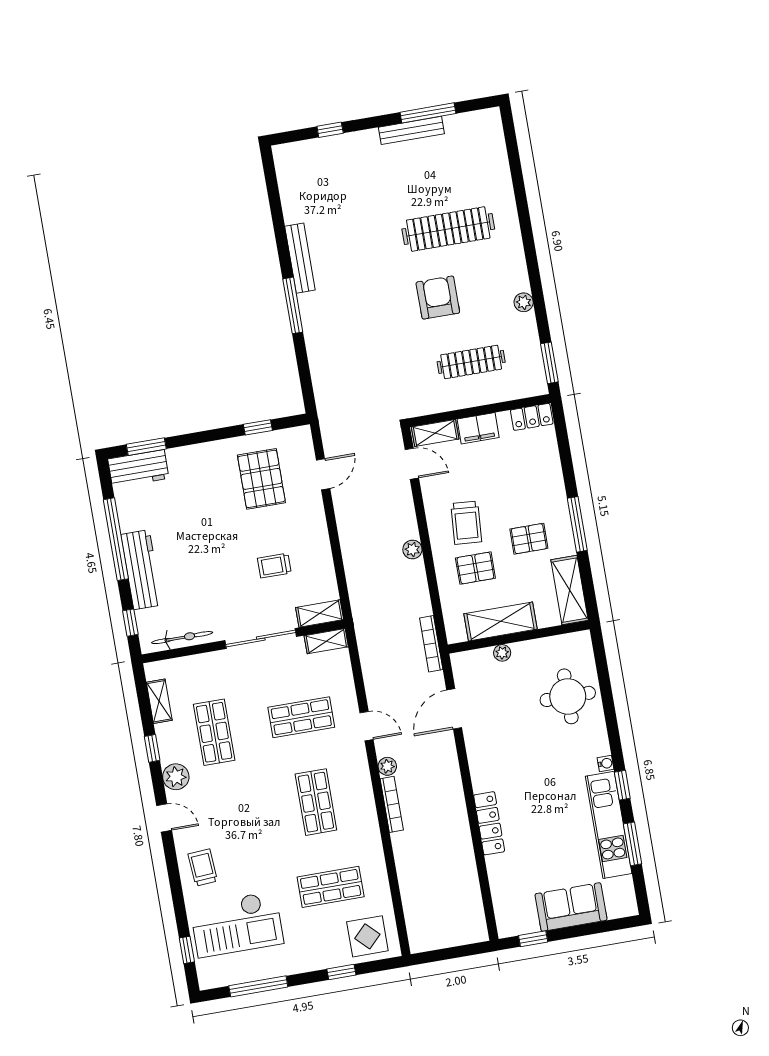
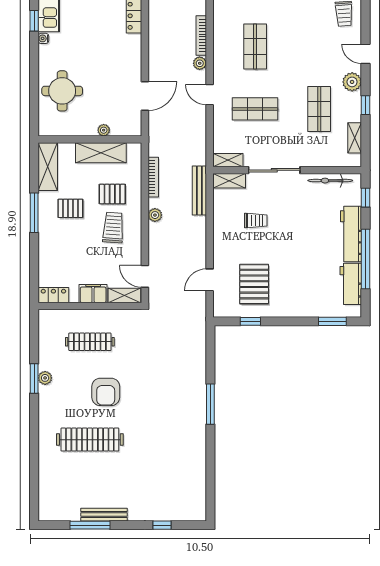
bench: (300, 258) -> (199, 191), moved
window: (549, 363) -> (34, 378), moved
workbench: (138, 469) -> (351, 284), moved, turned -90
bookcase: (431, 644) -> (153, 177), moved

